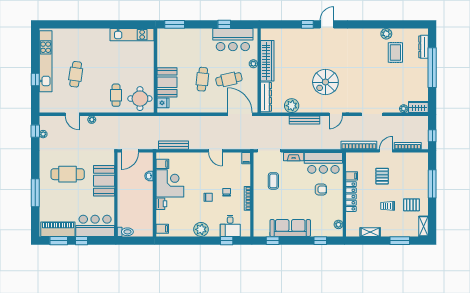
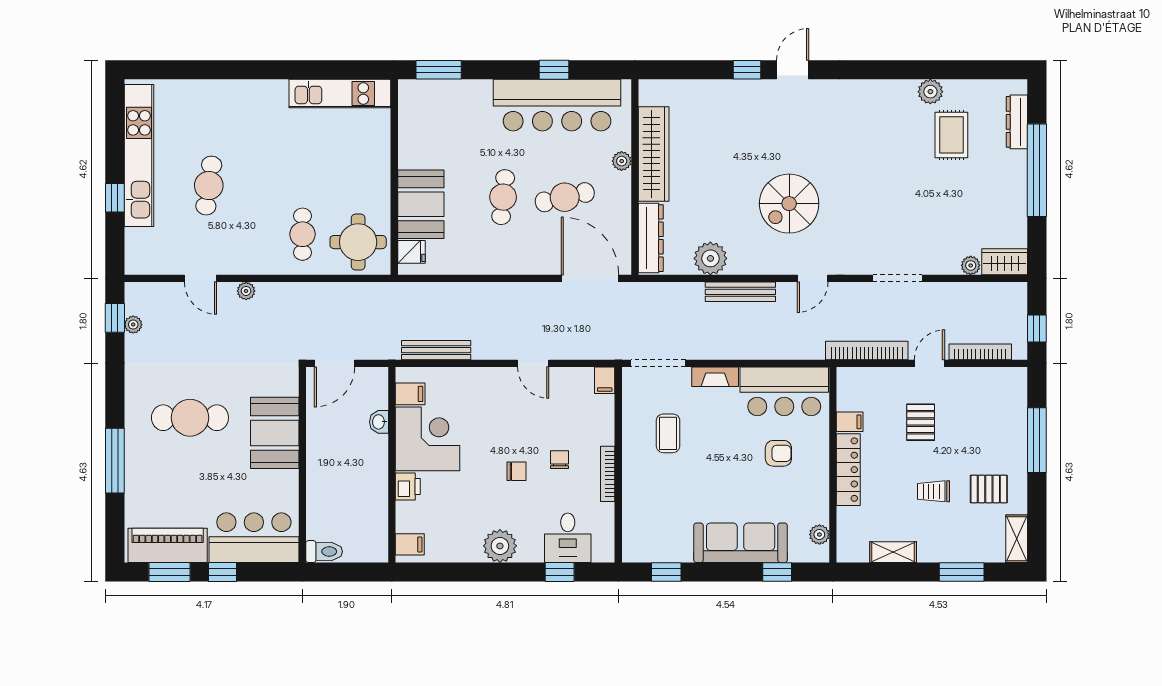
bar counter: (233, 40) -> (557, 105), width x1.36
sofa: (290, 228) -> (741, 543), moved

